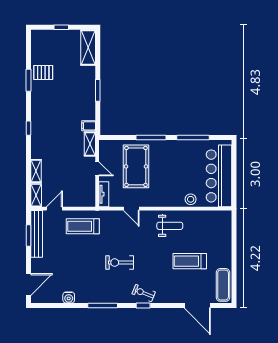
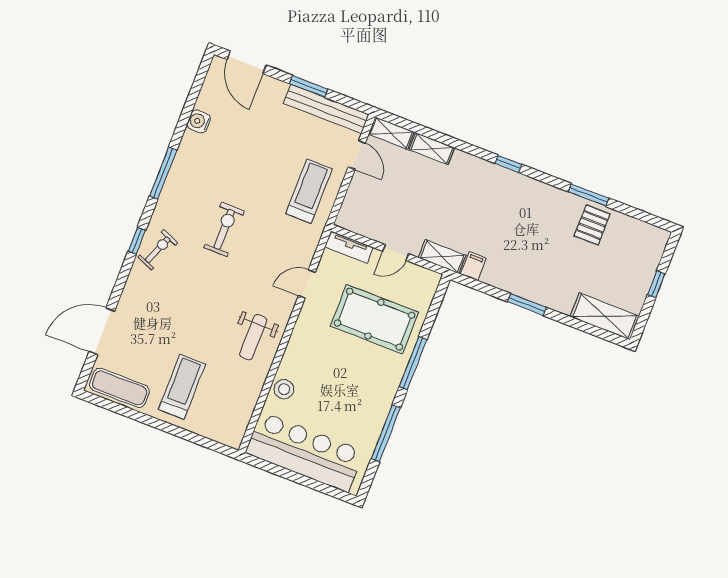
window: (28, 236) -> (309, 86), moved
treadmill: (190, 261) -> (182, 387), moved

